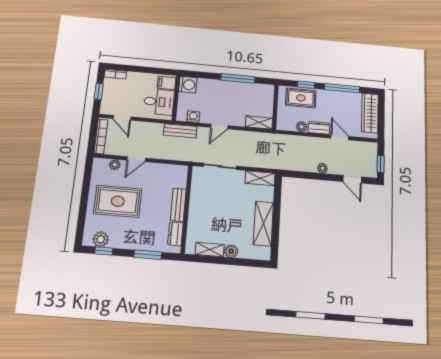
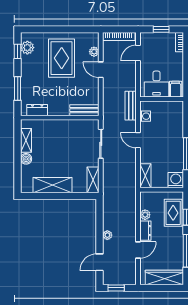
washing machine: (188, 85) -> (176, 180), moved, turned 180
bench: (178, 205) -> (84, 110), moved

